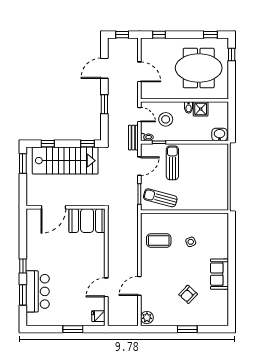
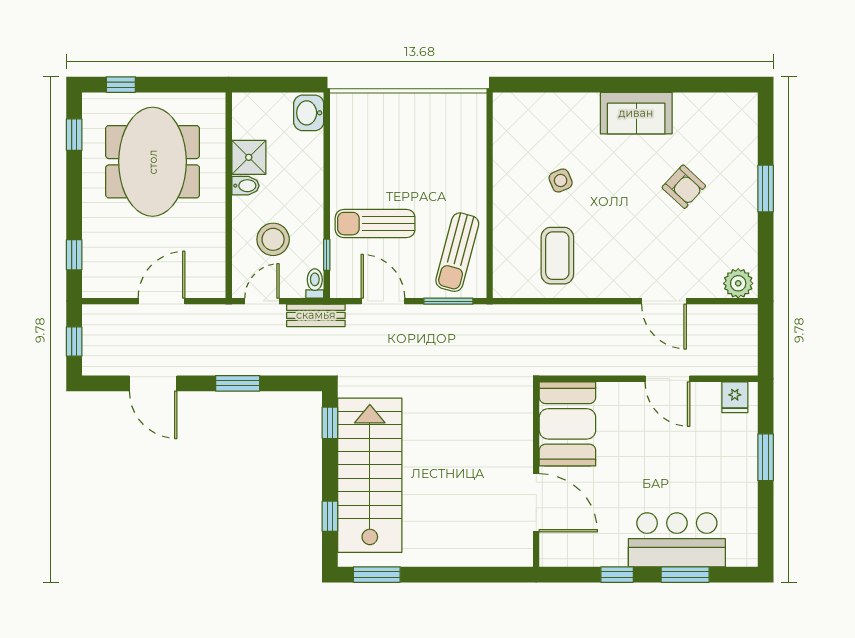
door: (53, 207) -> (536, 503), moved
wall: (66, 207) -> (536, 474), moved
booth: (87, 221) -> (567, 424), moved

